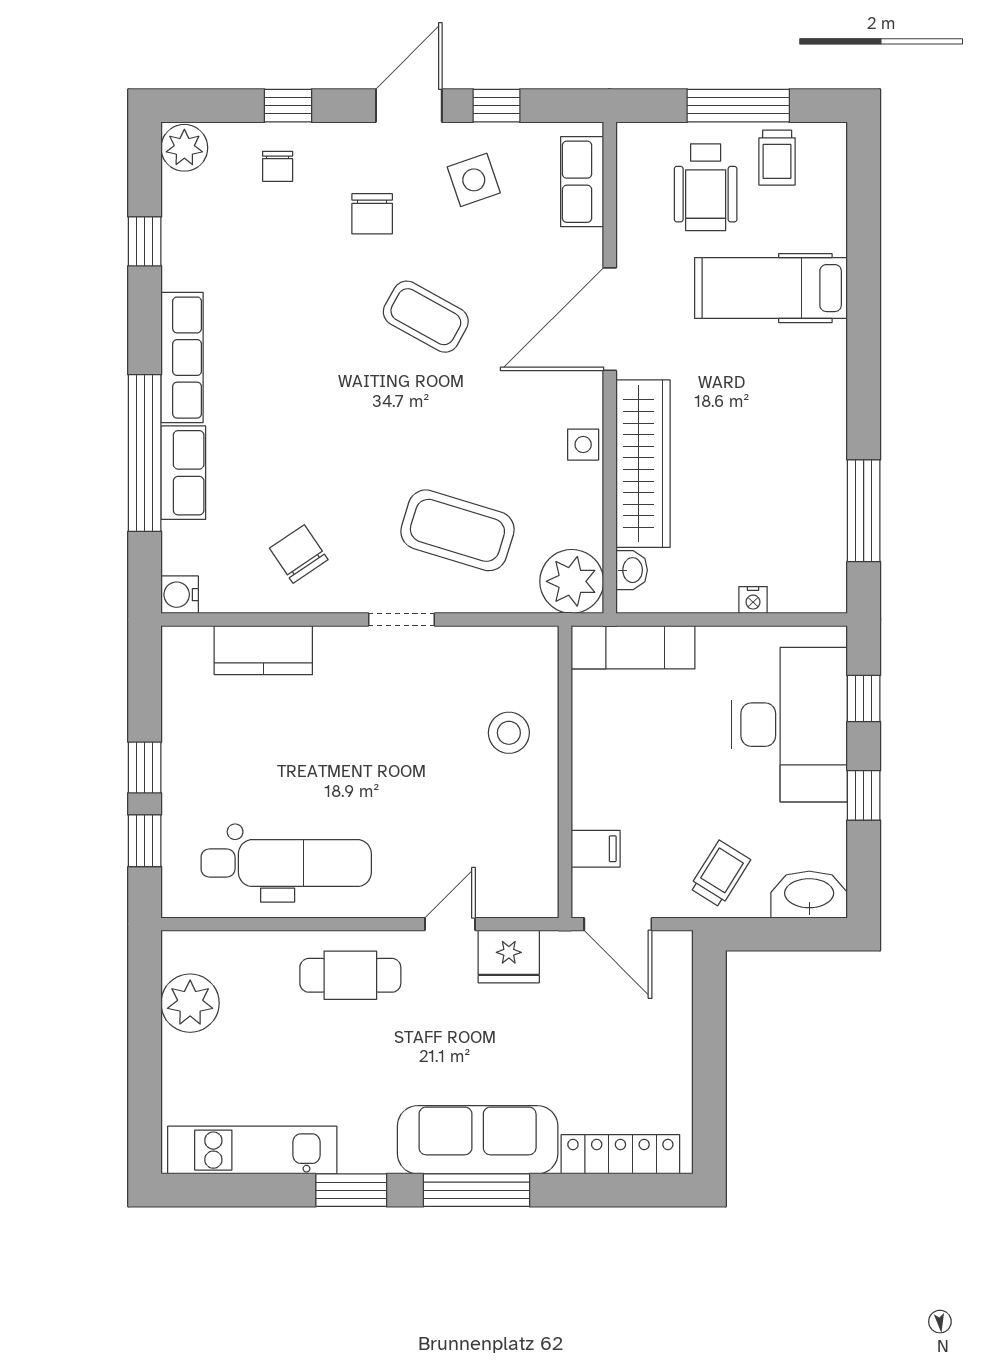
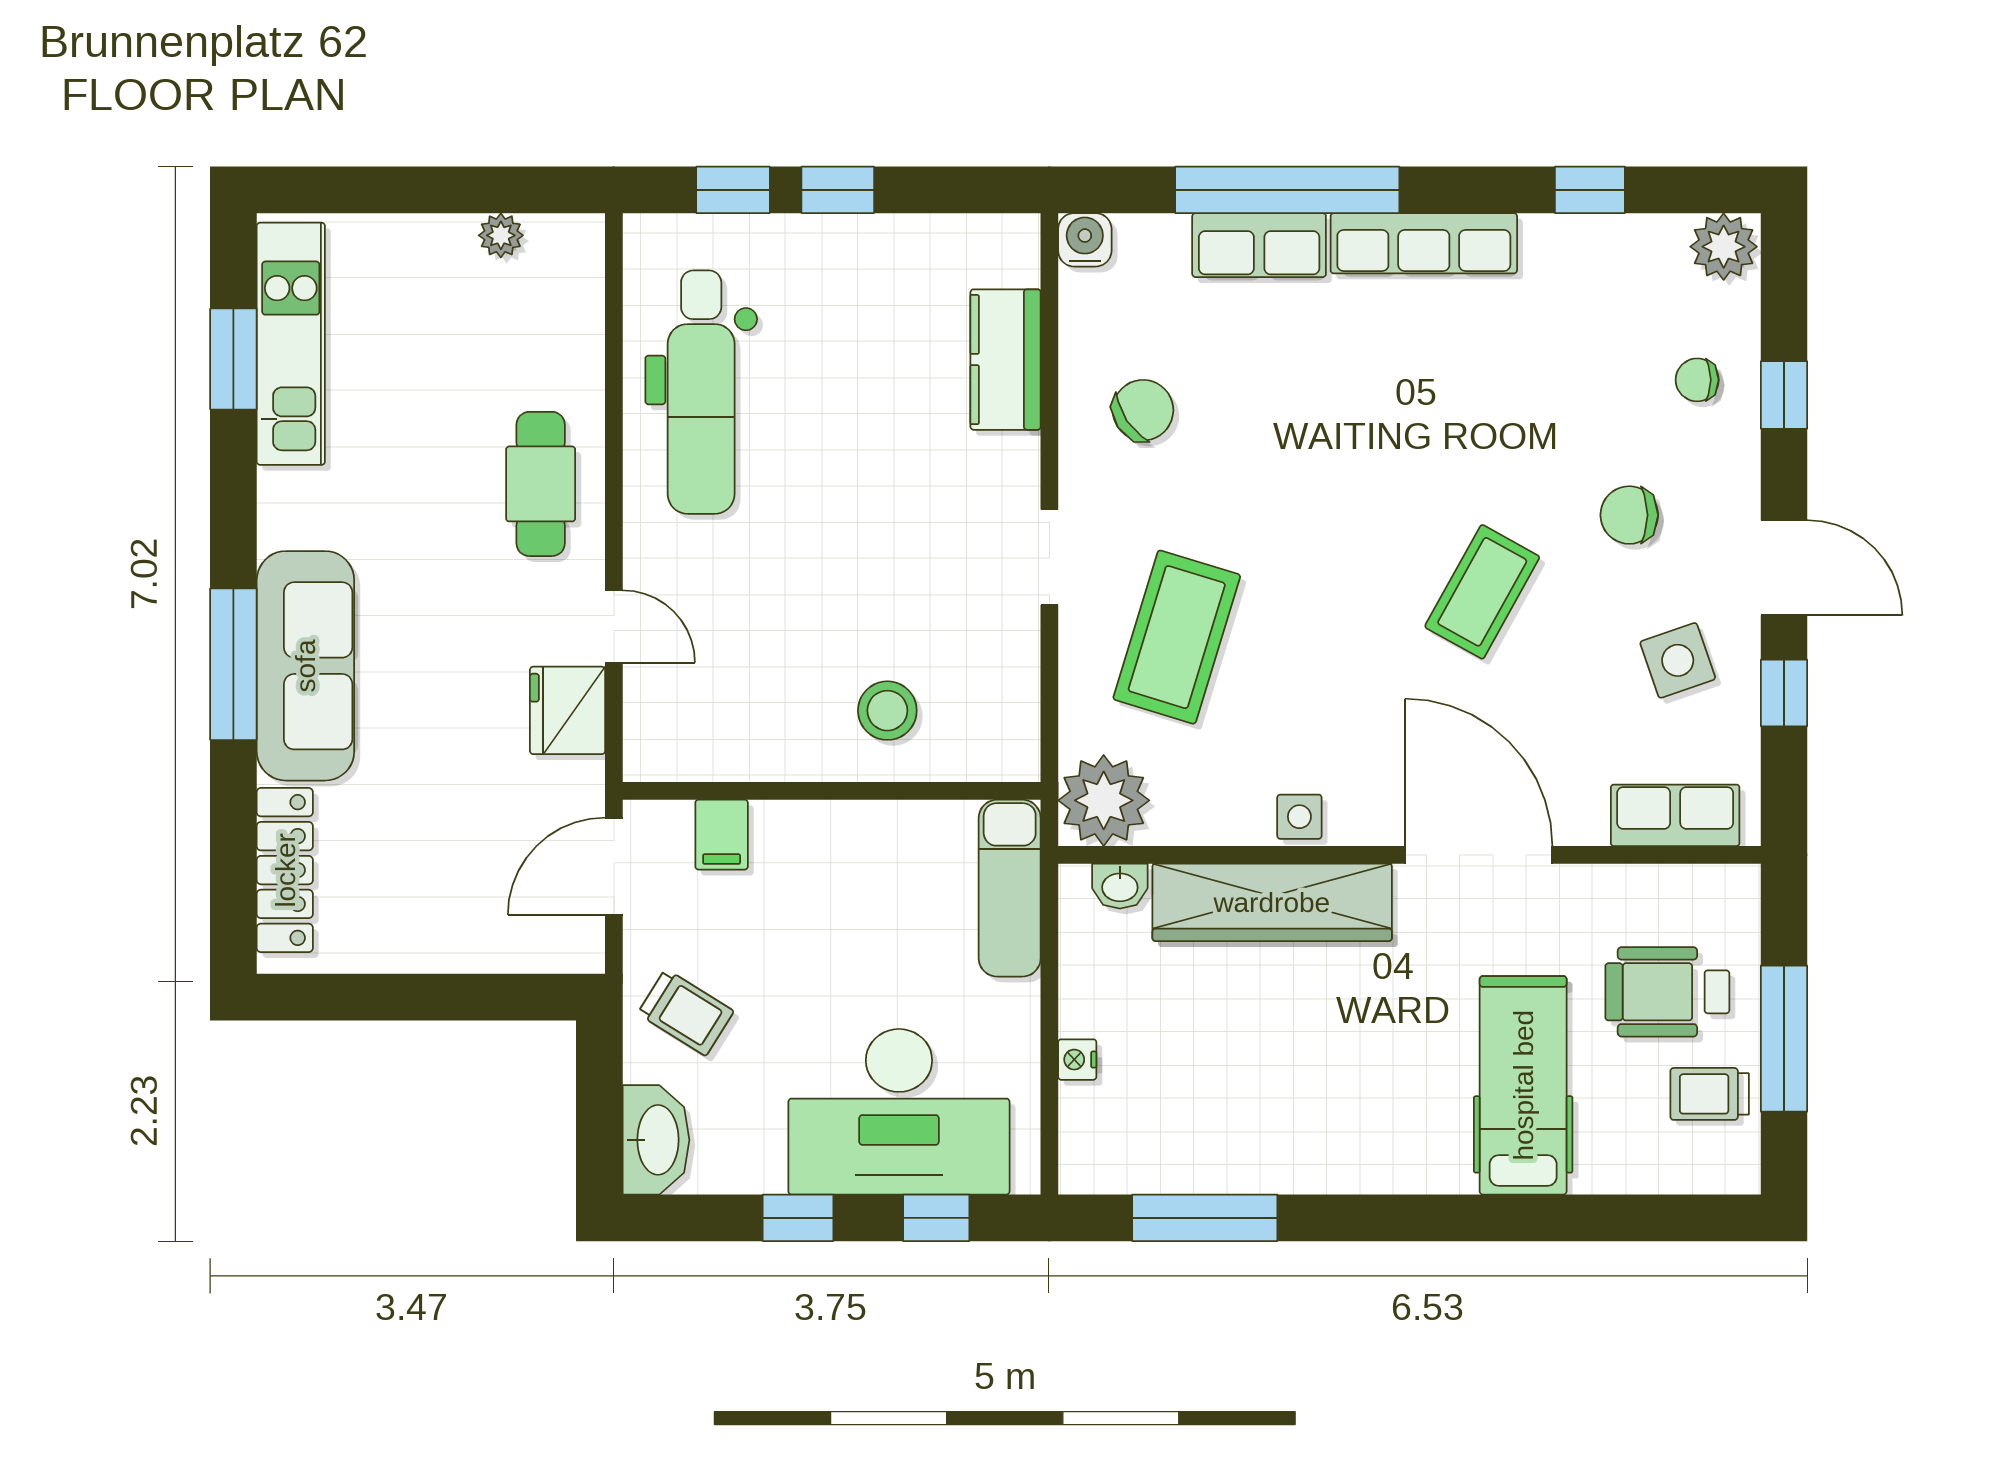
plant: (190, 1003) -> (501, 235), width x0.53, depth x0.53
window: (351, 1190) -> (233, 359), moved

